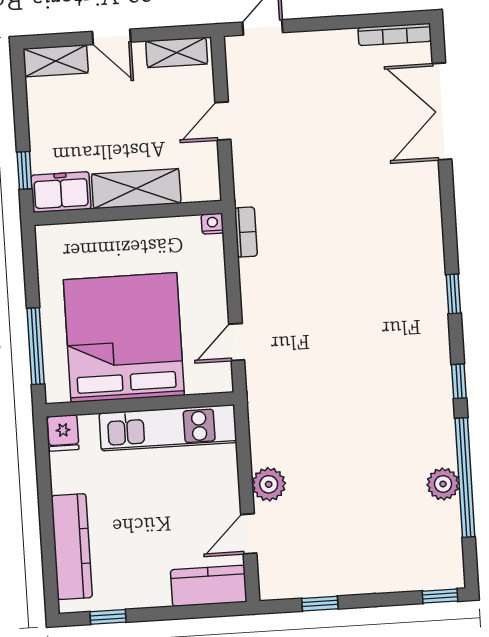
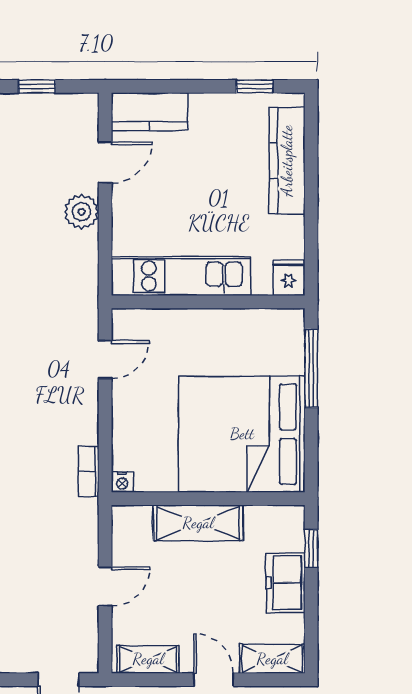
freezer: (61, 192) -> (286, 583), moved, turned 90
bed: (124, 337) -> (242, 434), moved, turned 90

